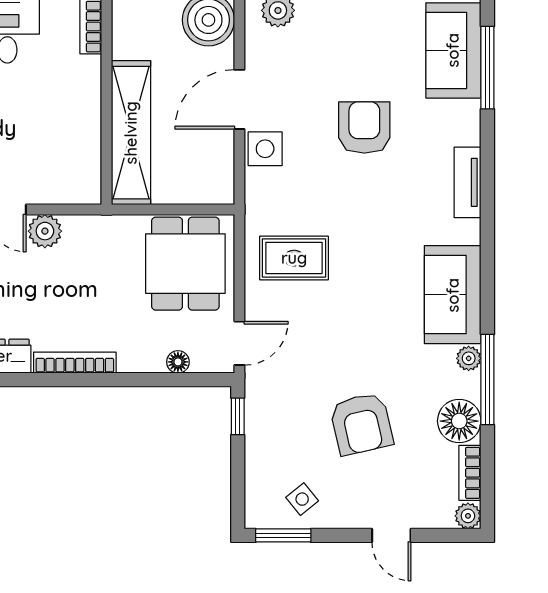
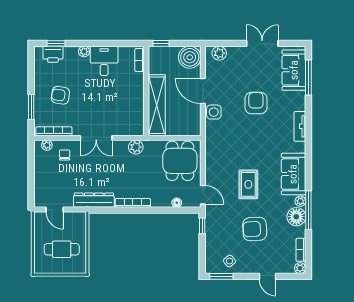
door: (239, 99) -> (203, 91), hinge flipped
plant: (45, 231) -> (136, 147), moved
rug: (294, 258) -> (248, 184), moved, turned 90
door: (239, 343) -> (203, 195), hinge flipped
floor lamp: (459, 421) -> (296, 217), moved
armchair: (361, 424) -> (255, 229), turned 100

